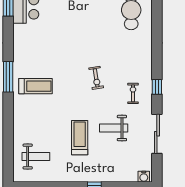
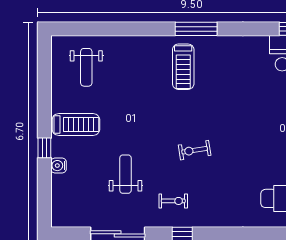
treadmill: (80, 138) -> (76, 125), moved
water cooler: (144, 177) -> (59, 166), moved

